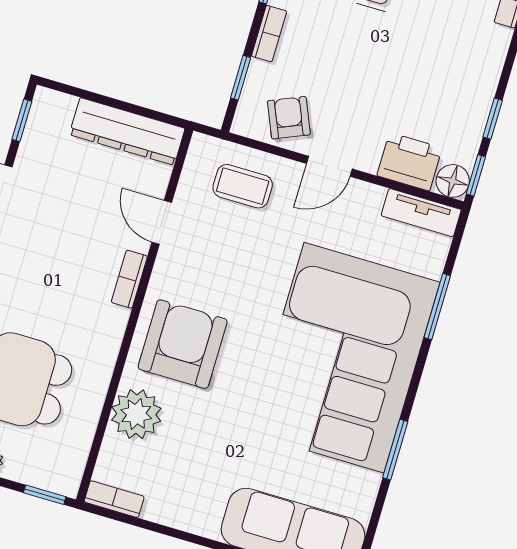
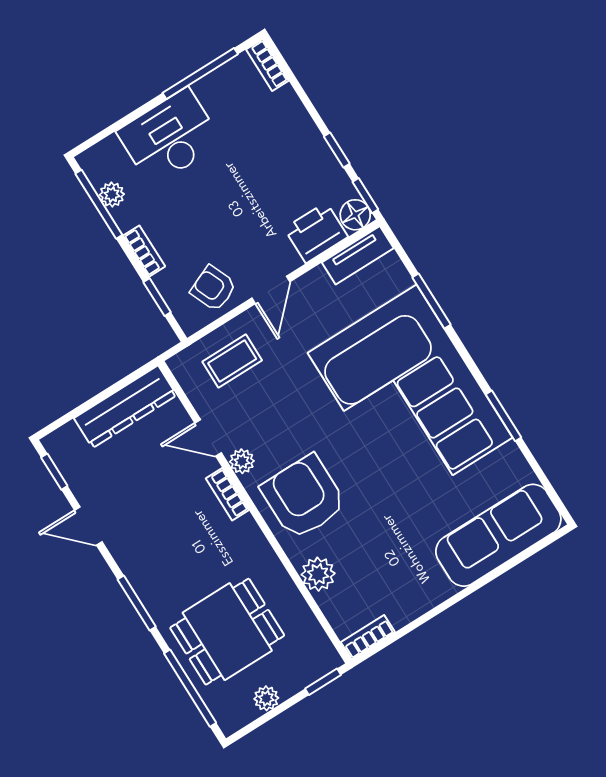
plant: (167, 267) -> (242, 461), added
plant: (136, 414) -> (318, 574), width x0.73, depth x0.73

